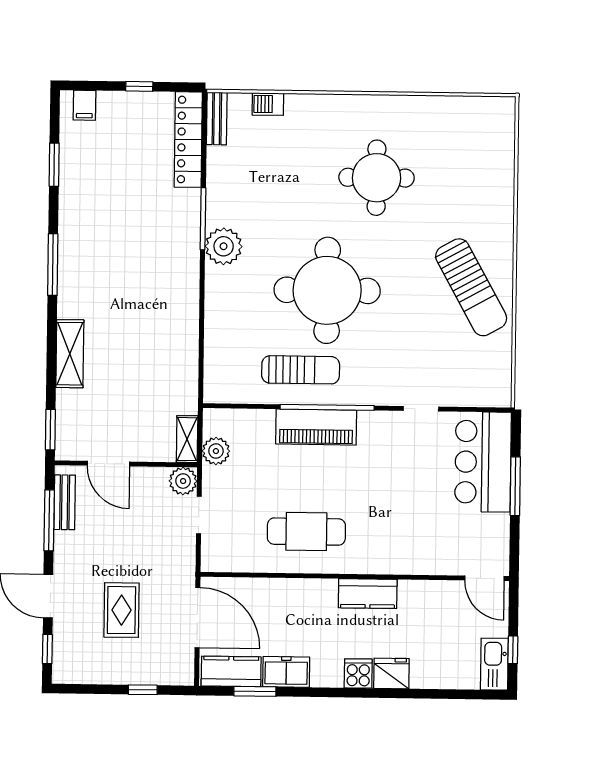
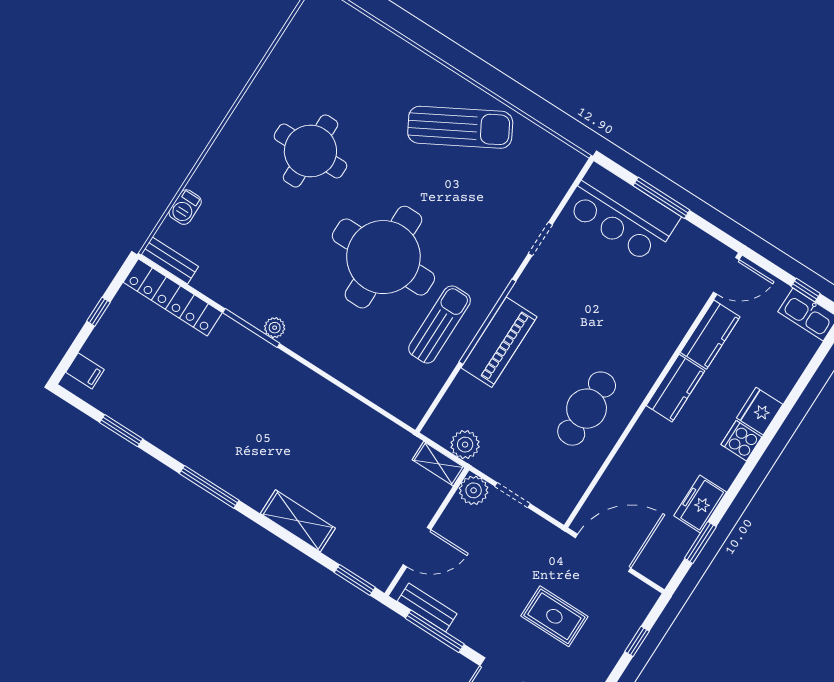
plant: (224, 246) -> (275, 328), width x0.53, depth x0.53
kitchen counter: (231, 671) -> (710, 335), moved, turned 180

